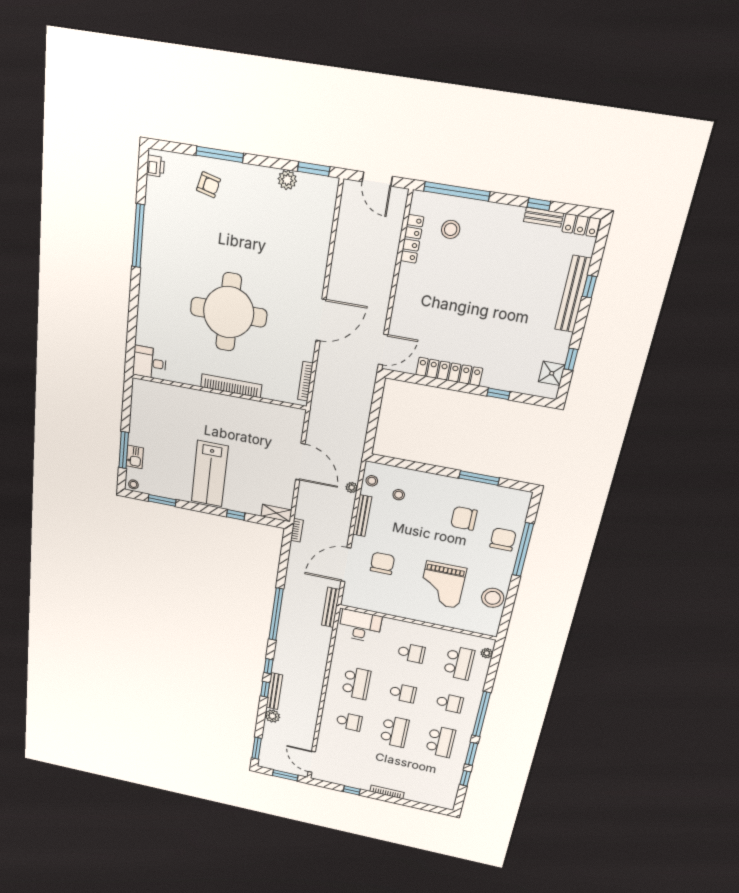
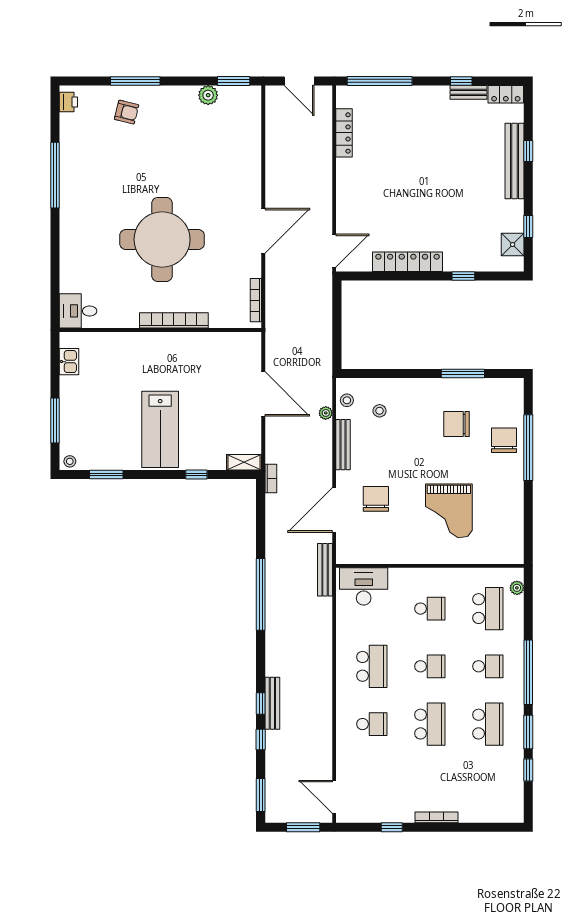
stool: (451, 229) -> (381, 118), removed
kitchen sink: (135, 457) -> (69, 362), moved
stool: (493, 598) -> (508, 515), removed
window: (268, 666) -> (261, 740), moved
plant: (272, 716) -> (275, 741), removed

